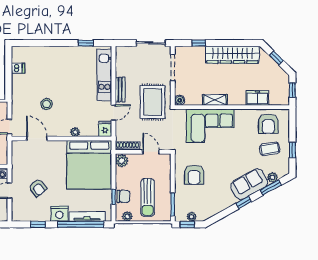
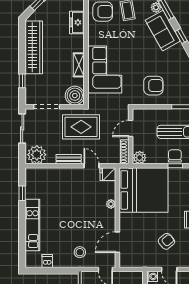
plant: (125, 58) -> (37, 155), added
kitchen unit: (104, 75) -> (32, 225), moved, turned -90
boiler: (180, 100) -> (75, 96), width x1.86, depth x1.86
stool: (47, 104) -> (80, 252), moved

